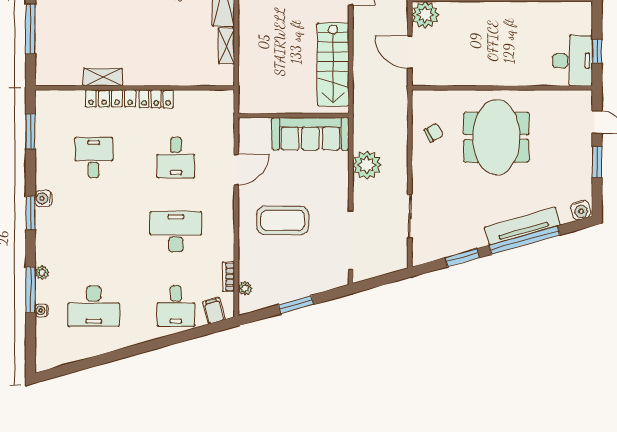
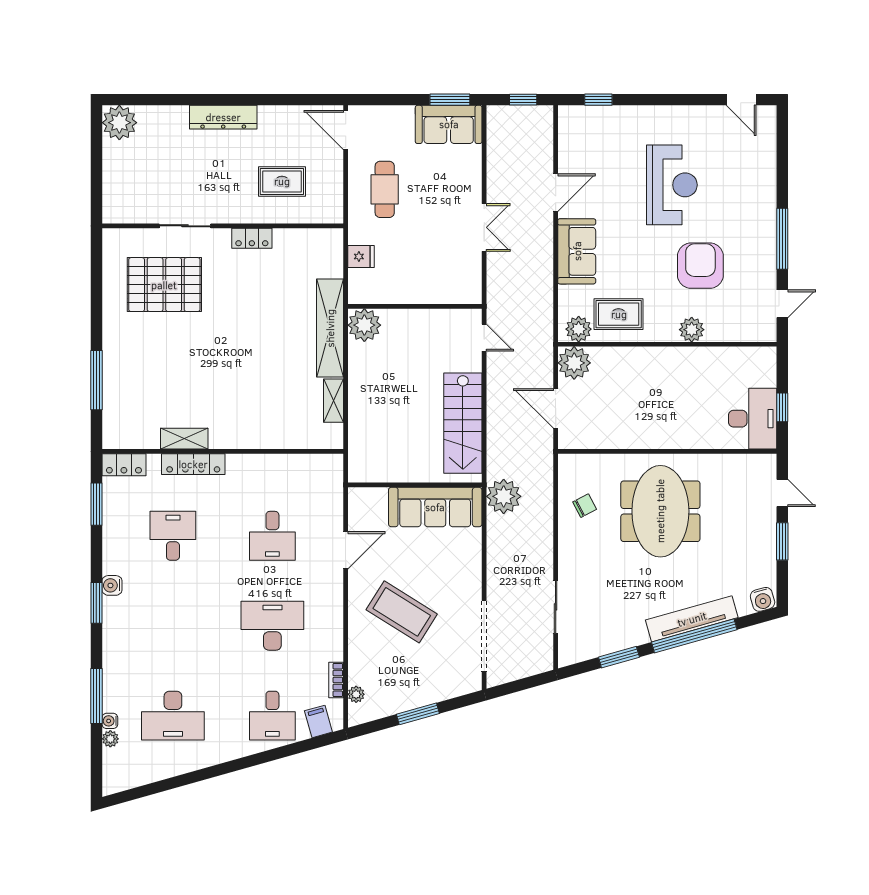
locker: (156, 99) -> (124, 465), moved
plant: (367, 165) -> (504, 496), moved
coffee table: (283, 220) -> (402, 612), turned 32
plant: (42, 273) -> (110, 739), moved

